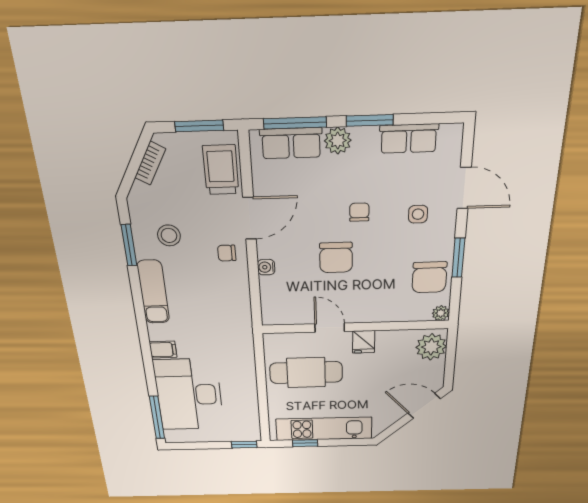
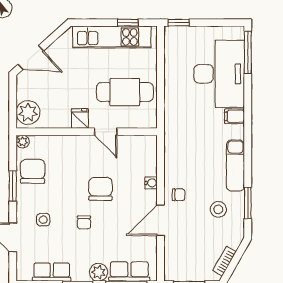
trolley: (221, 170) -> (177, 255), removed

